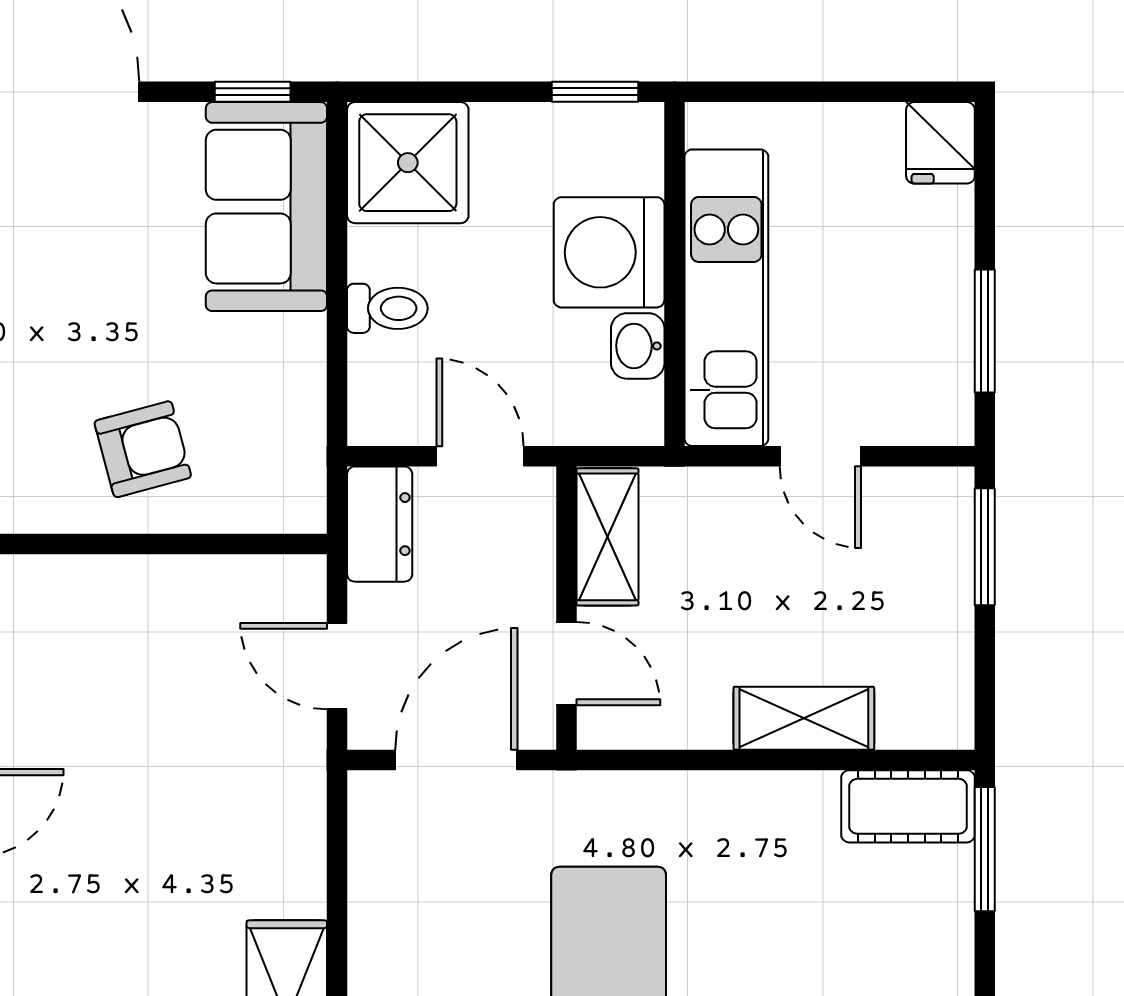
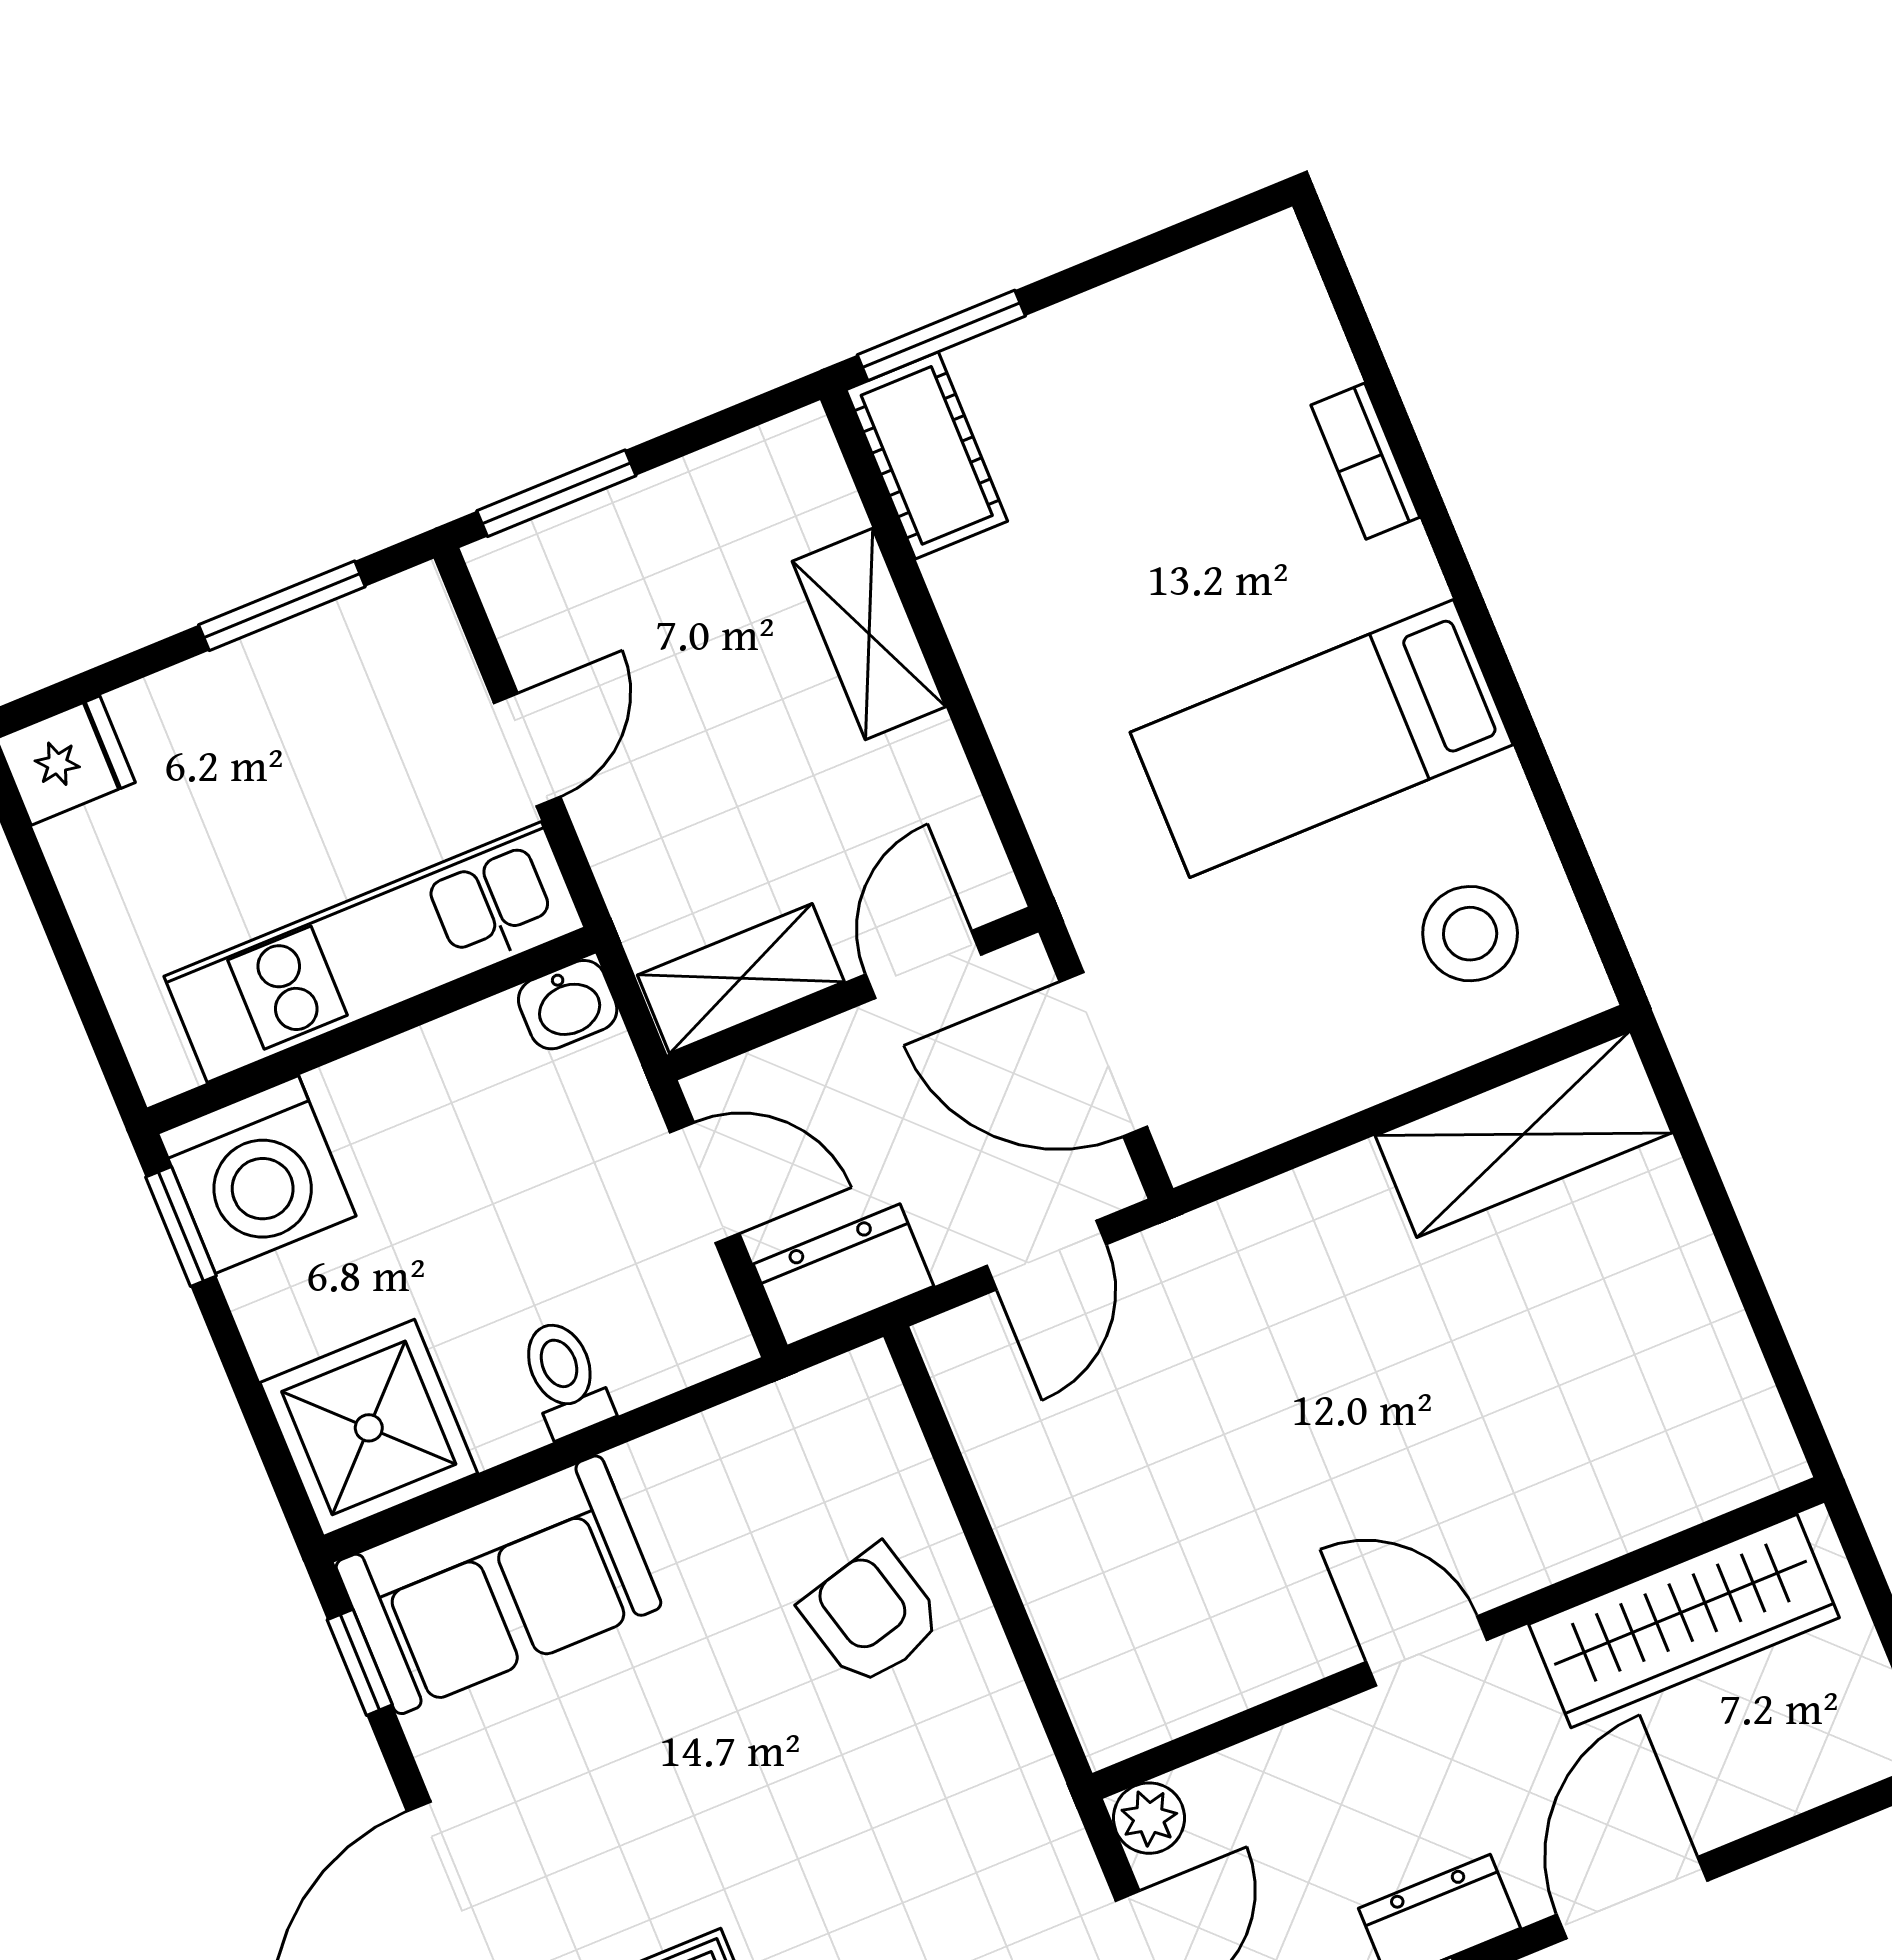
washing machine: (609, 252) -> (257, 1175), moved
washbasin: (638, 346) -> (568, 1005), moved
door: (480, 456) -> (705, 1183), swing flipped

